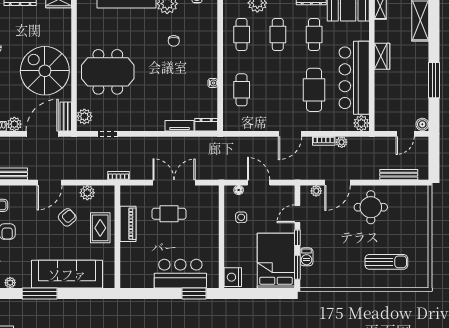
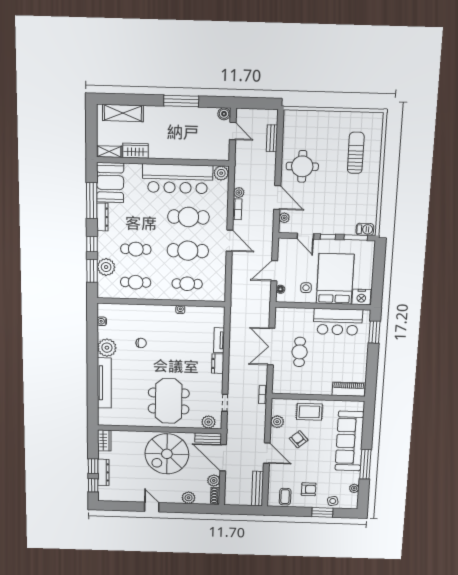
cafe table: (314, 34) -> (188, 251), moved, width x1.37, depth x1.35
wardrobe: (382, 56) -> (136, 151), moved
dresser: (206, 125) -> (218, 364), moved
bench: (399, 175) -> (272, 138), width x0.73
piano: (128, 224) -> (349, 389), moved
barbecue: (306, 257) -> (365, 229), moved
bed: (276, 261) -> (335, 279), moved, turned 90
bar counter: (180, 274) -> (338, 322), moved, turned -90

